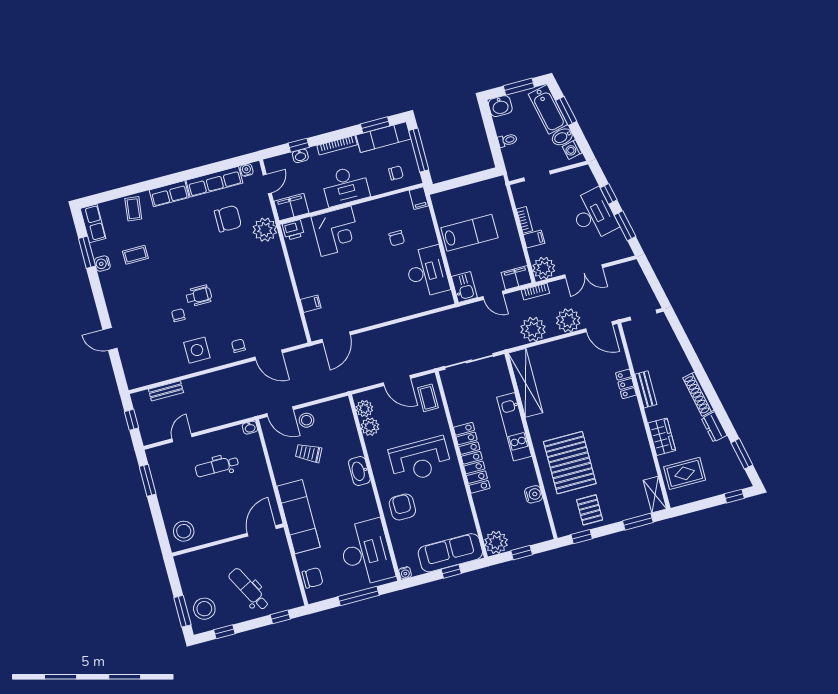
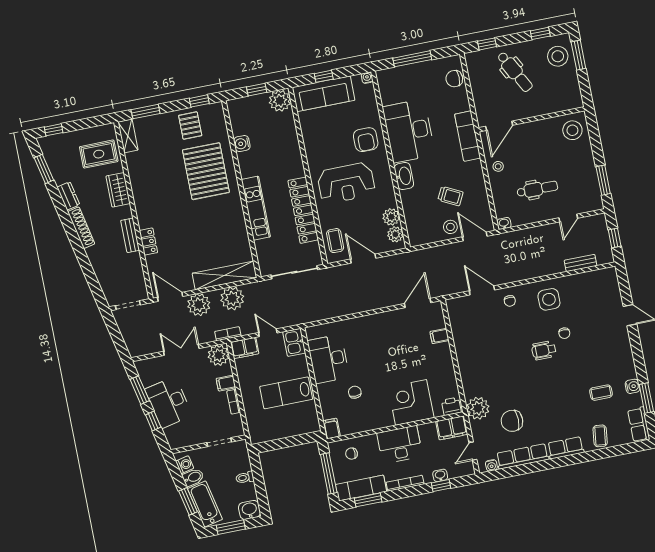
shelving: (526, 383) -> (225, 275), moved, turned 90
locker: (472, 458) -> (303, 210), moved
reception desk: (420, 460) -> (346, 183), turned 180
stool: (260, 488) -> (498, 166), added
exam couch: (298, 517) -> (468, 136), width x0.73, depth x0.69
desk: (366, 553) -> (409, 131), moved

